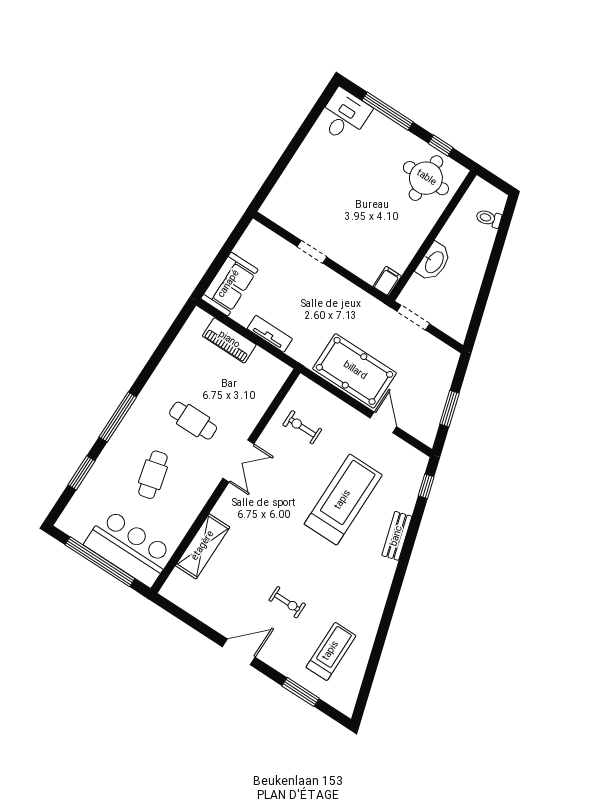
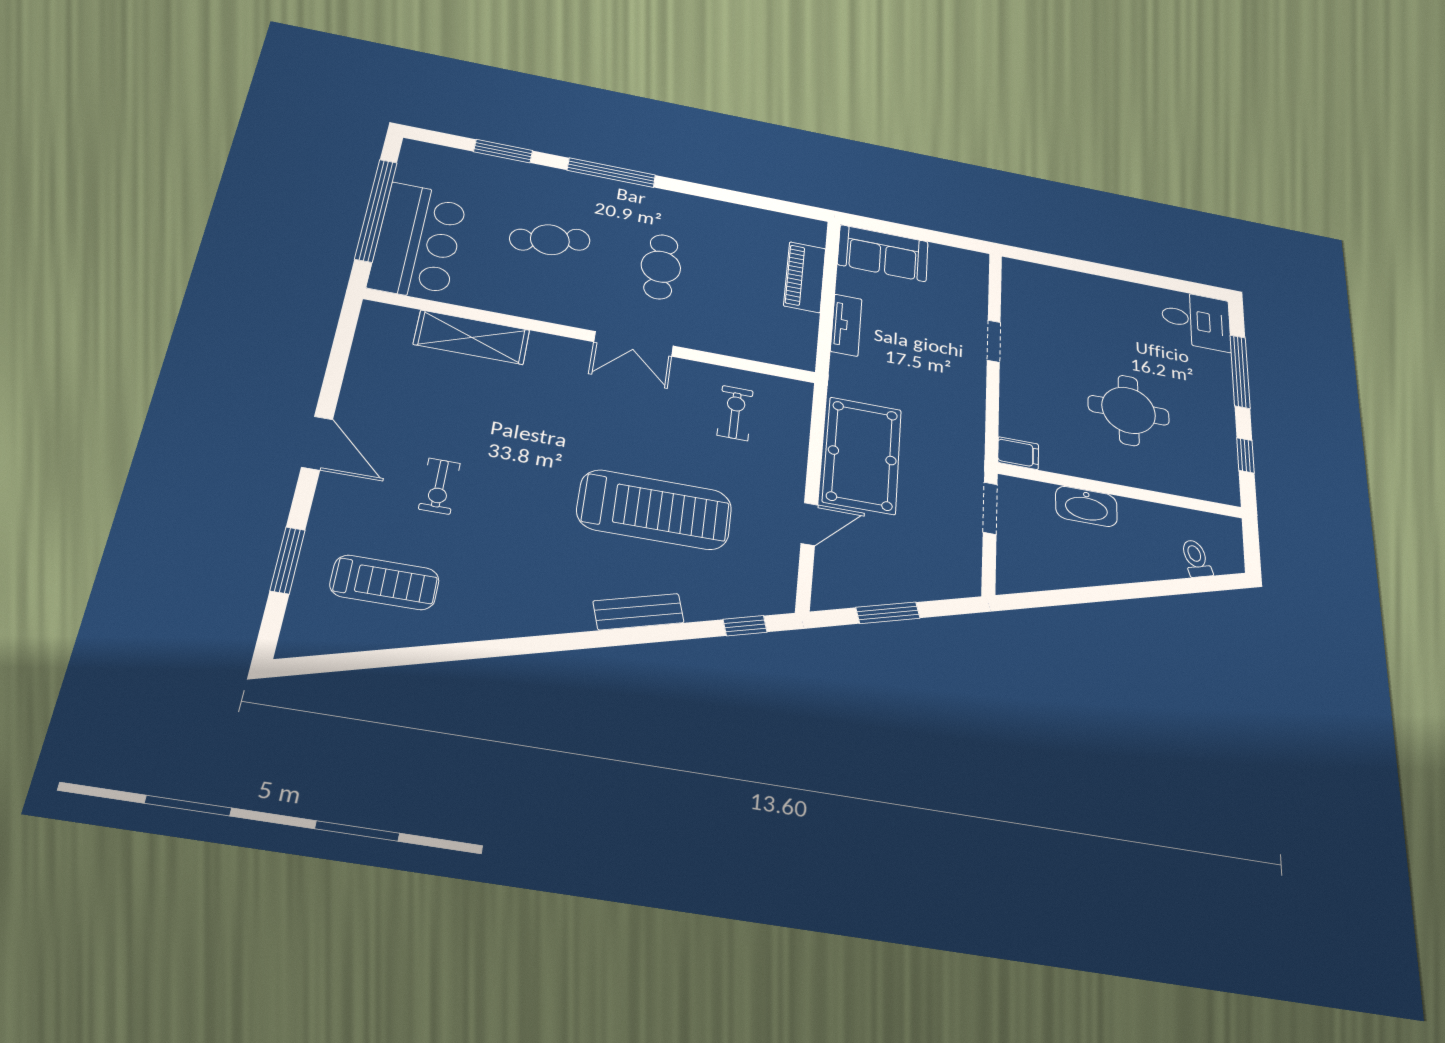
round table: (426, 178) -> (1129, 410), moved

